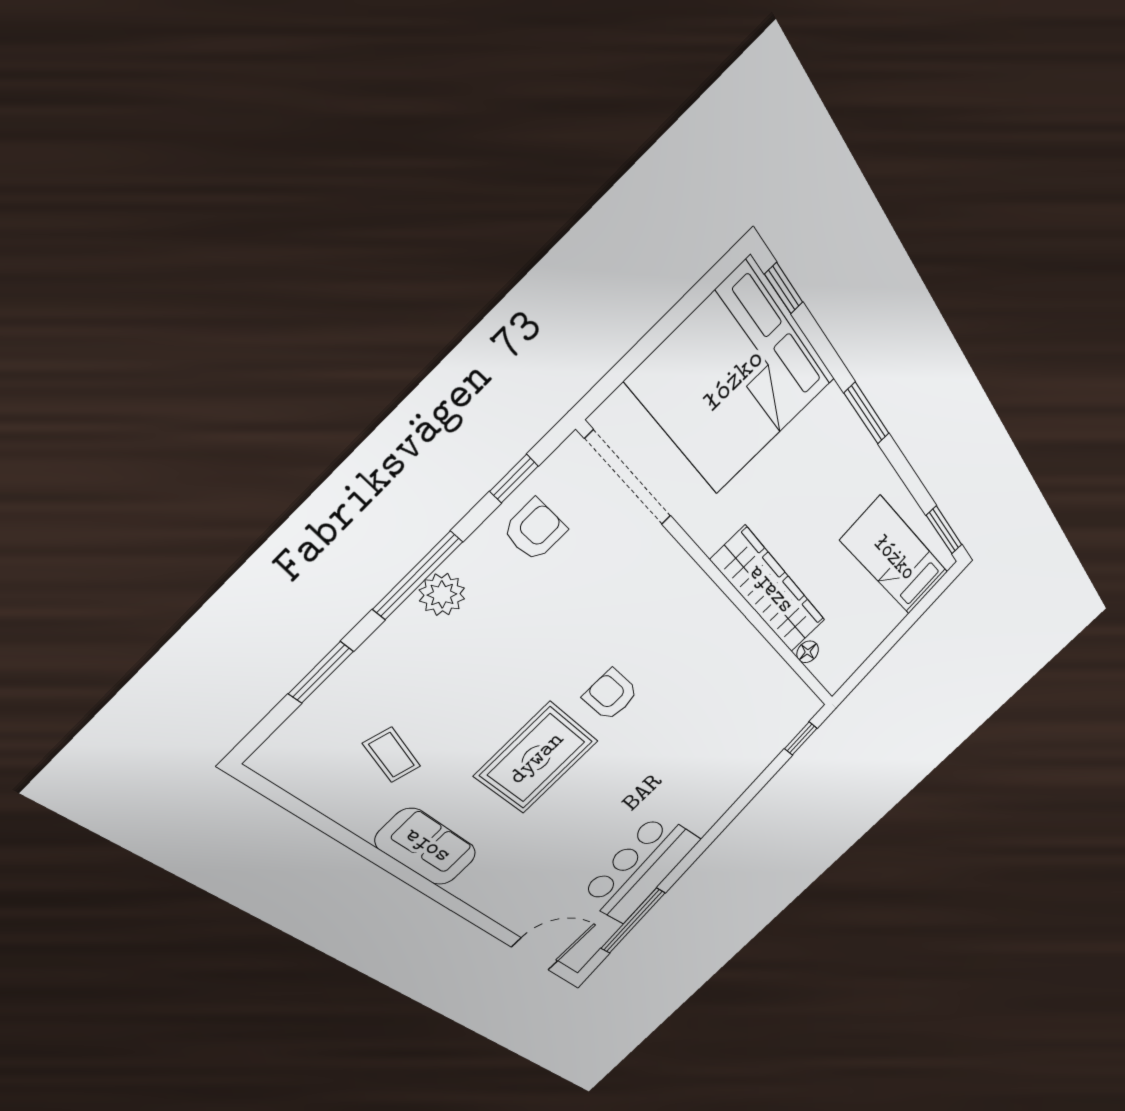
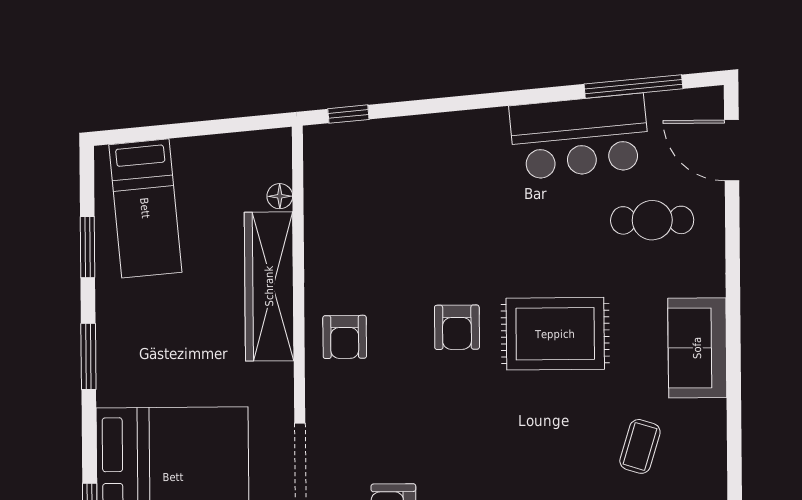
window: (944, 530) -> (87, 247), moved
armchair: (686, 611) -> (345, 337), added
cafe table: (544, 877) -> (652, 220), added

